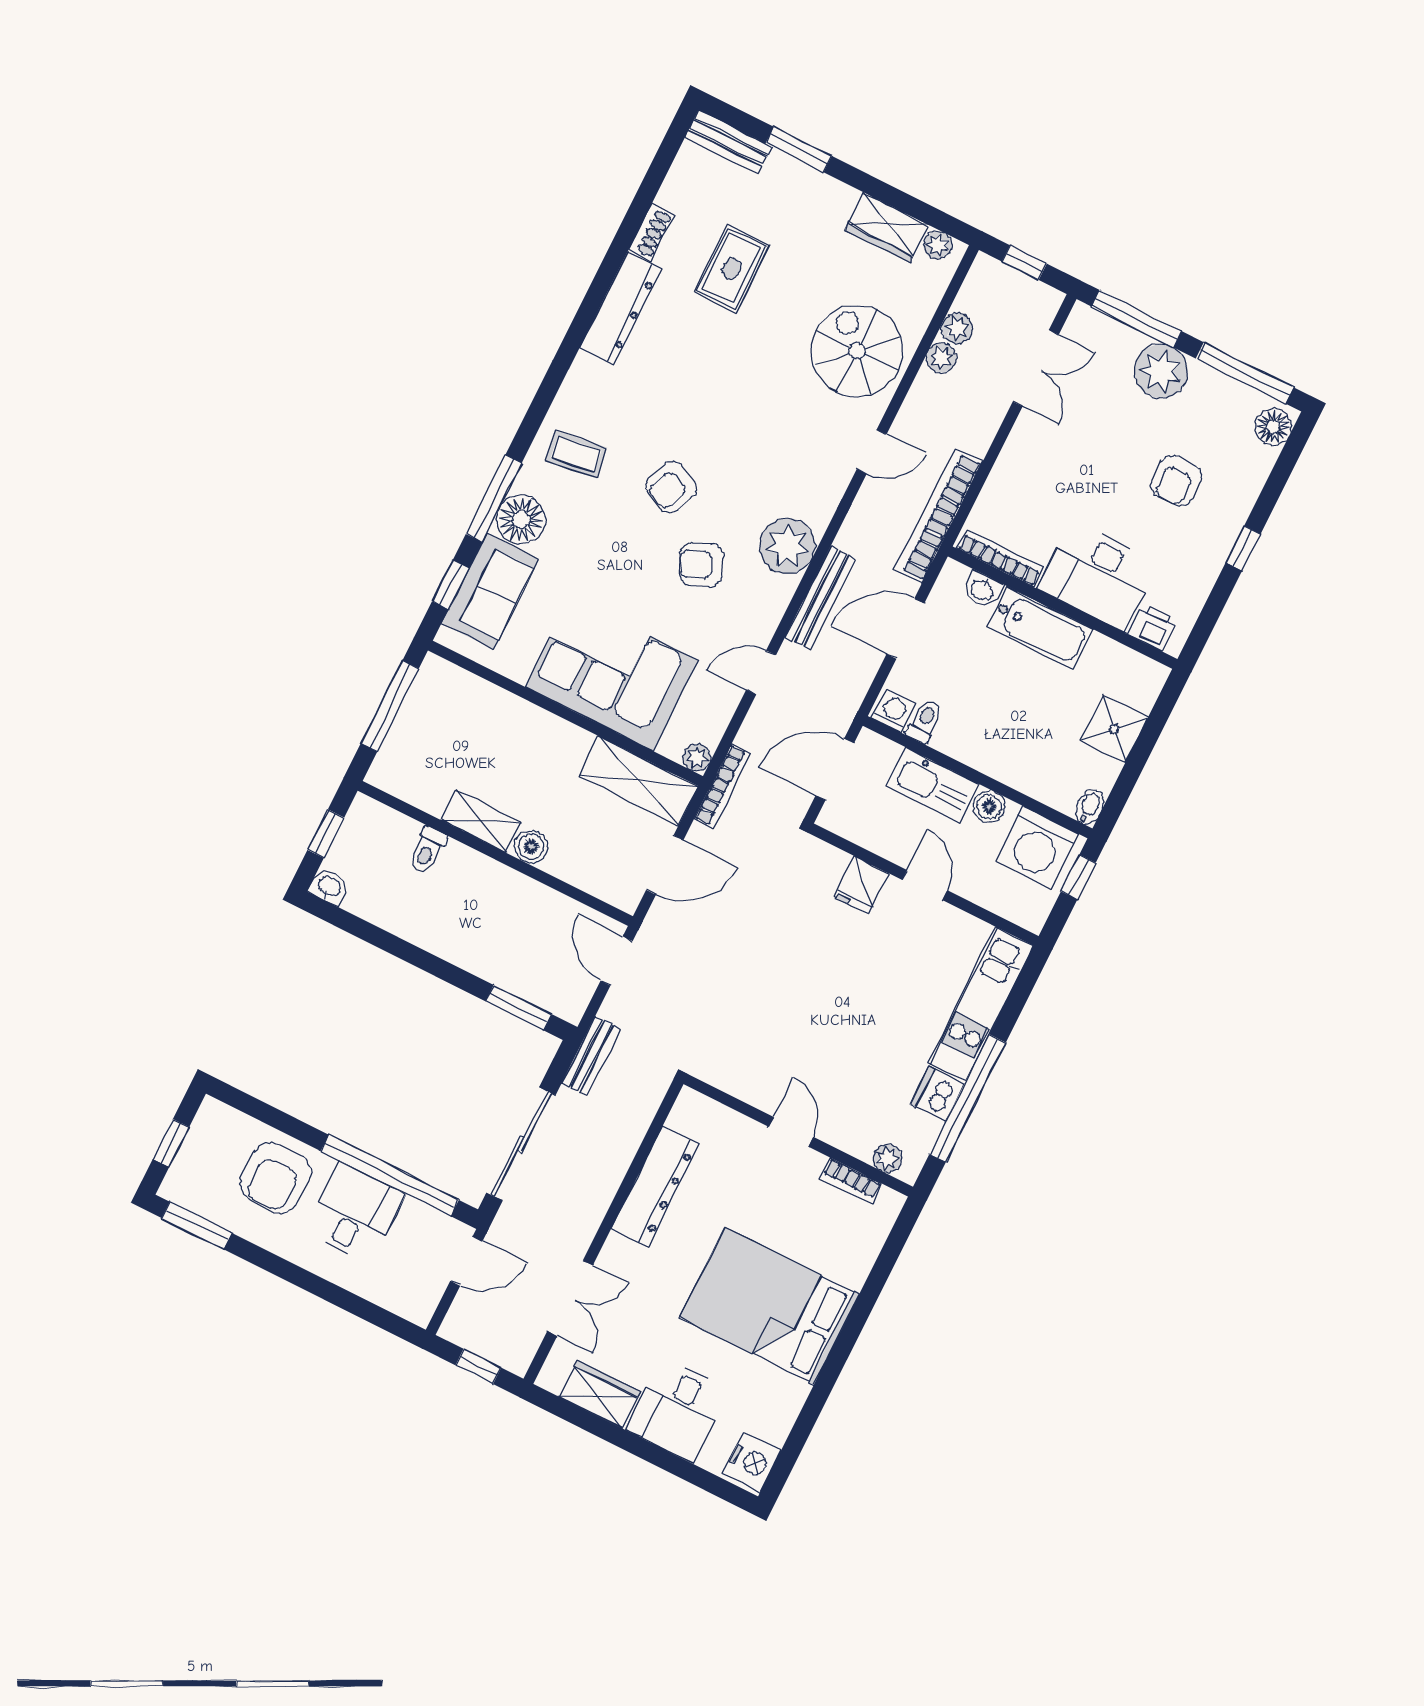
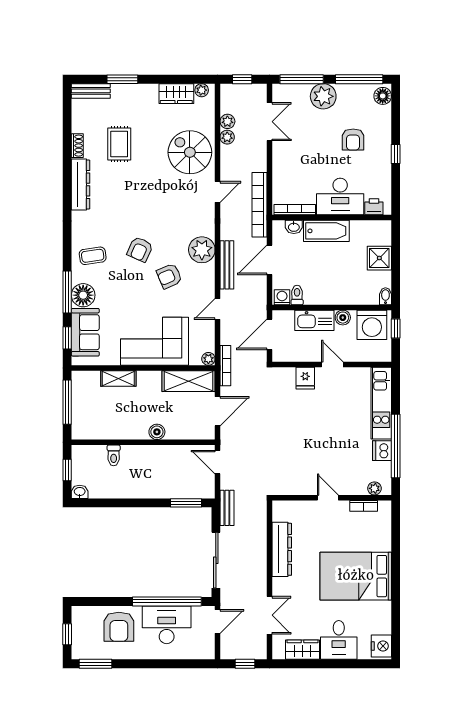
shelving: (481, 821) -> (118, 378), moved
desk: (355, 1213) -> (167, 625), width x1.37

